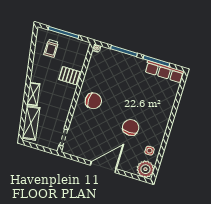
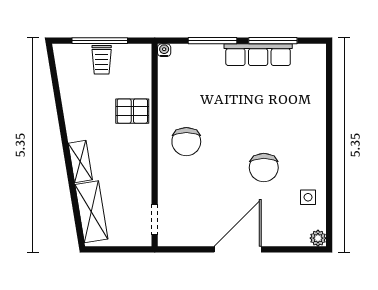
trolley: (51, 48) -> (102, 60), moved
row of seats: (164, 72) -> (258, 55), moved
chair: (93, 101) -> (186, 142), turned 90
chair: (131, 127) -> (264, 168), turned 180
plant: (145, 169) -> (318, 238), width x0.53, depth x0.53

